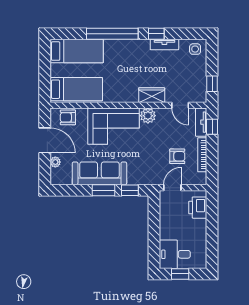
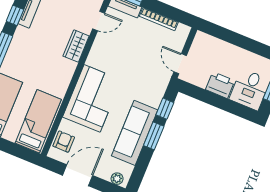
plant: (148, 116) -> (96, 59), removed
armchair: (68, 117) -> (64, 142), turned 180
armchair: (177, 156) -> (150, 45), removed
plant: (55, 162) -> (117, 179), moved
printer: (198, 208) -> (220, 85), moved, turned 180

